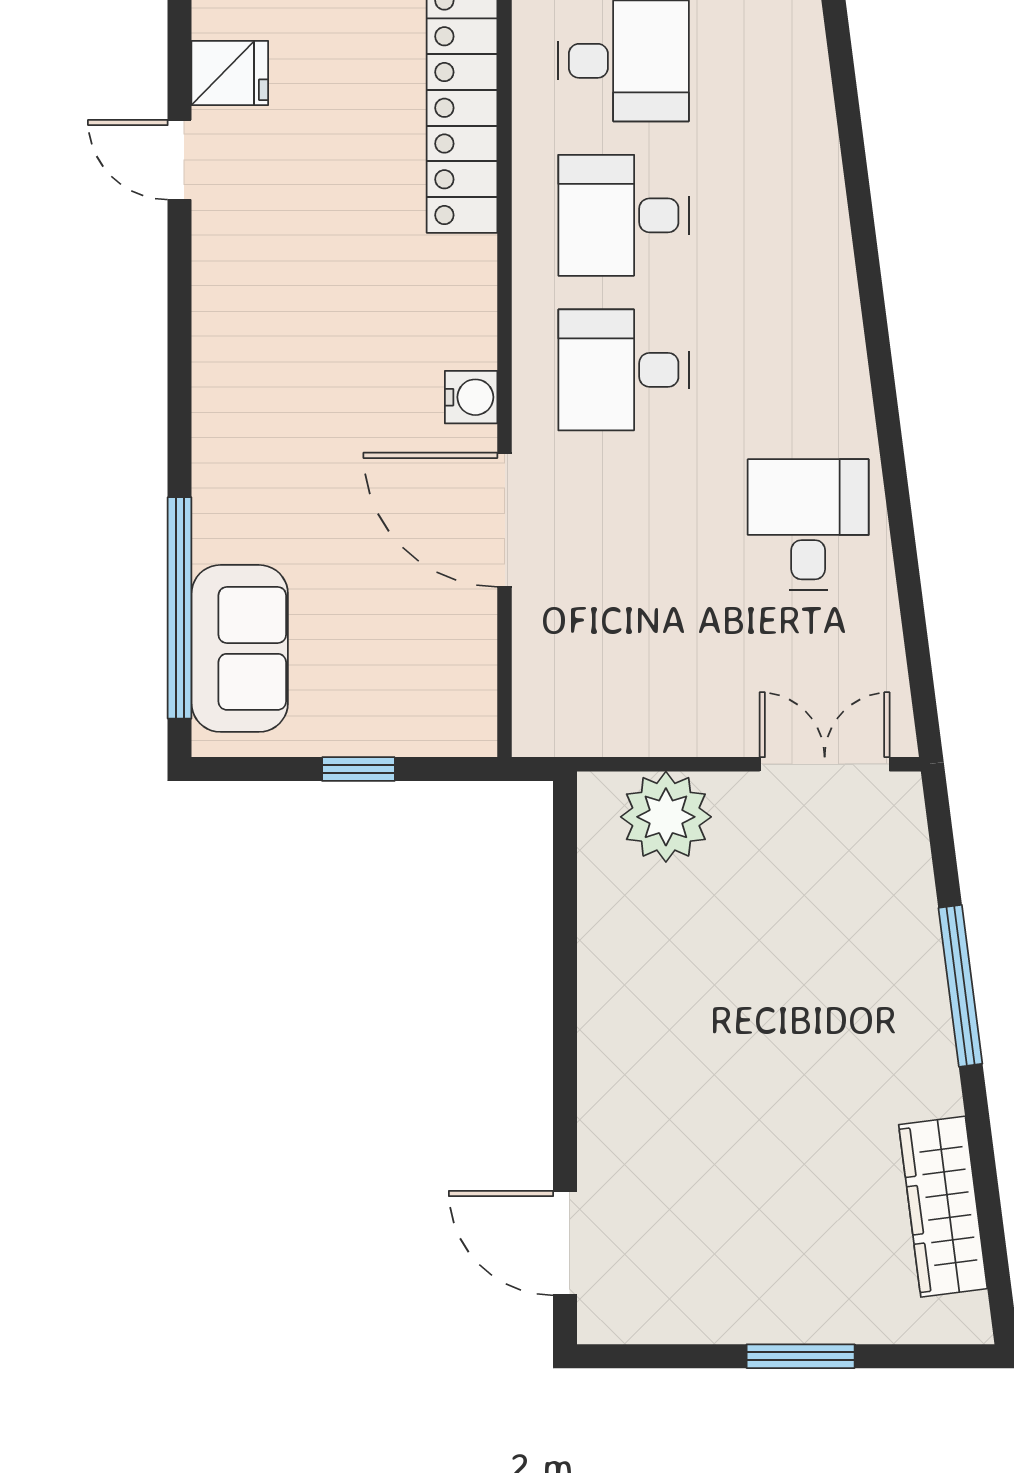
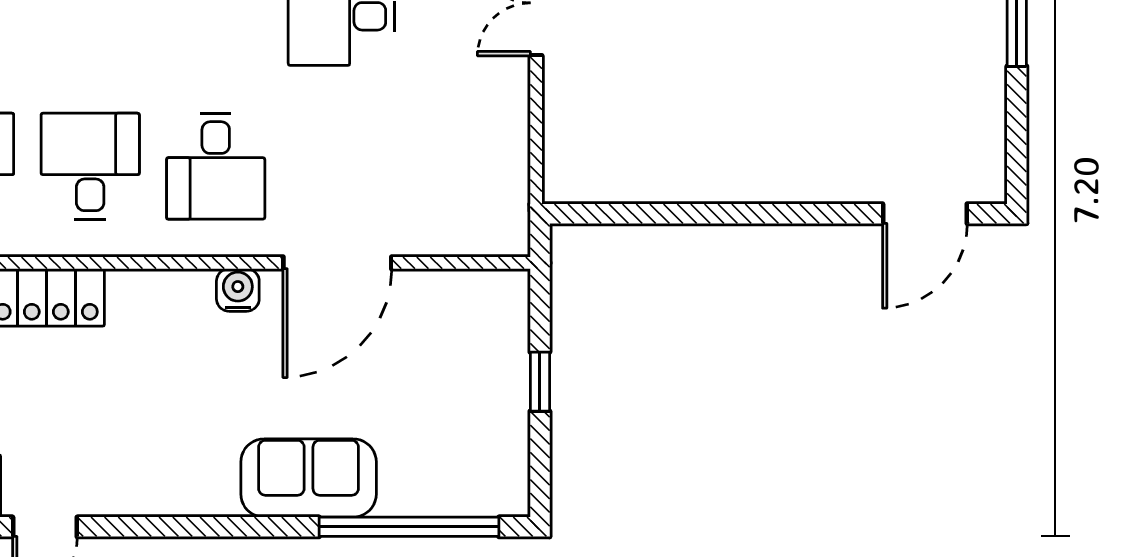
desk: (624, 215) -> (90, 166), turned 180
sofa: (240, 648) -> (309, 478), moved
plant: (666, 817) -> (579, 132), removed

